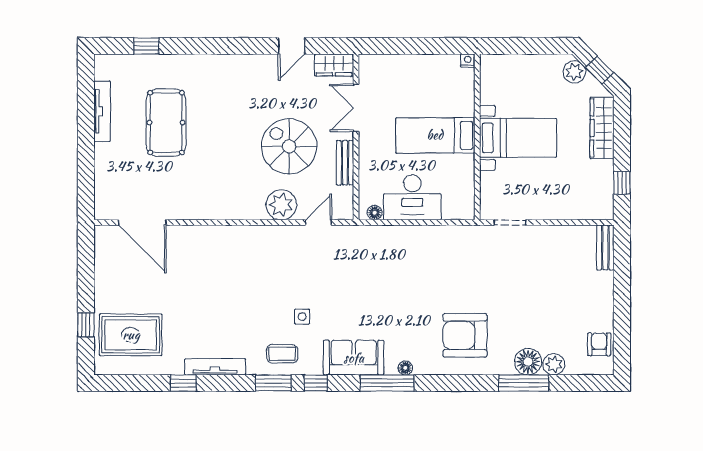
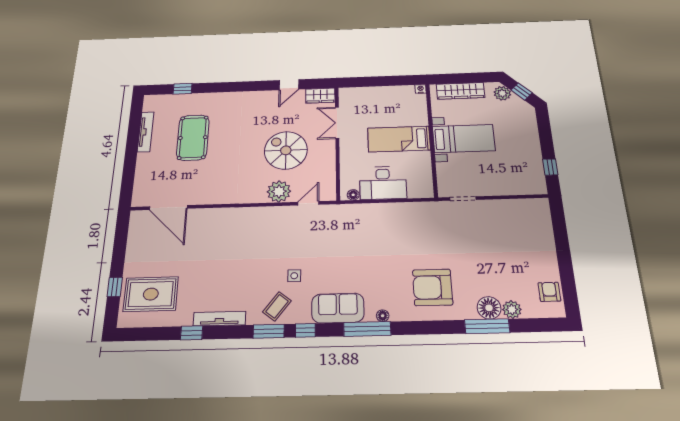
wardrobe: (602, 128) -> (461, 91), moved, turned -90
bench: (345, 163) -> (329, 160), removed
bench: (605, 247) -> (544, 215), removed
coffee table: (282, 354) -> (277, 306), turned -52

